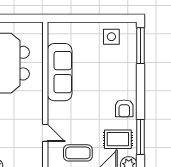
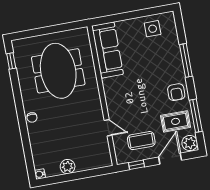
window: (141, 46) -> (186, 60), moved
sofa: (60, 72) -> (107, 50), moved

